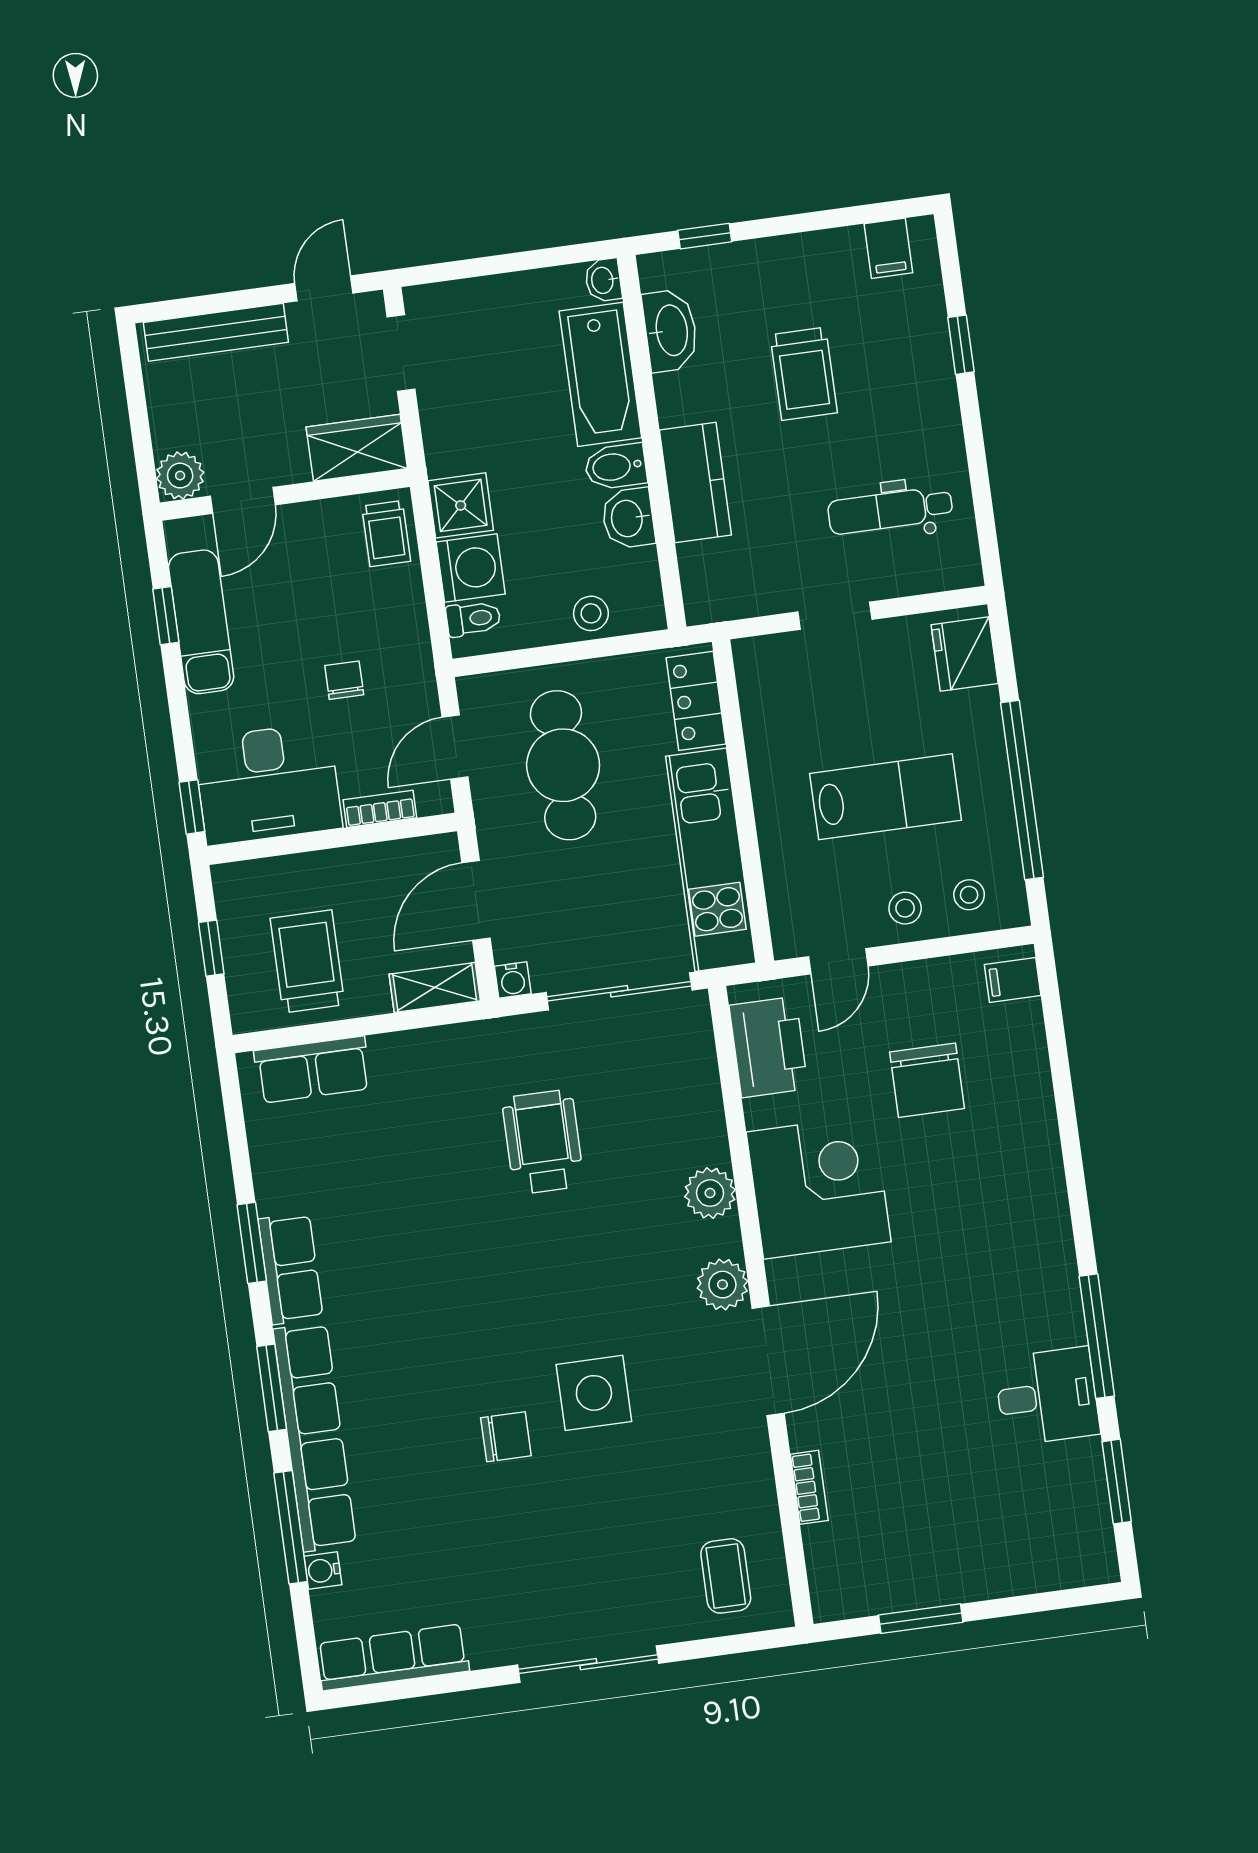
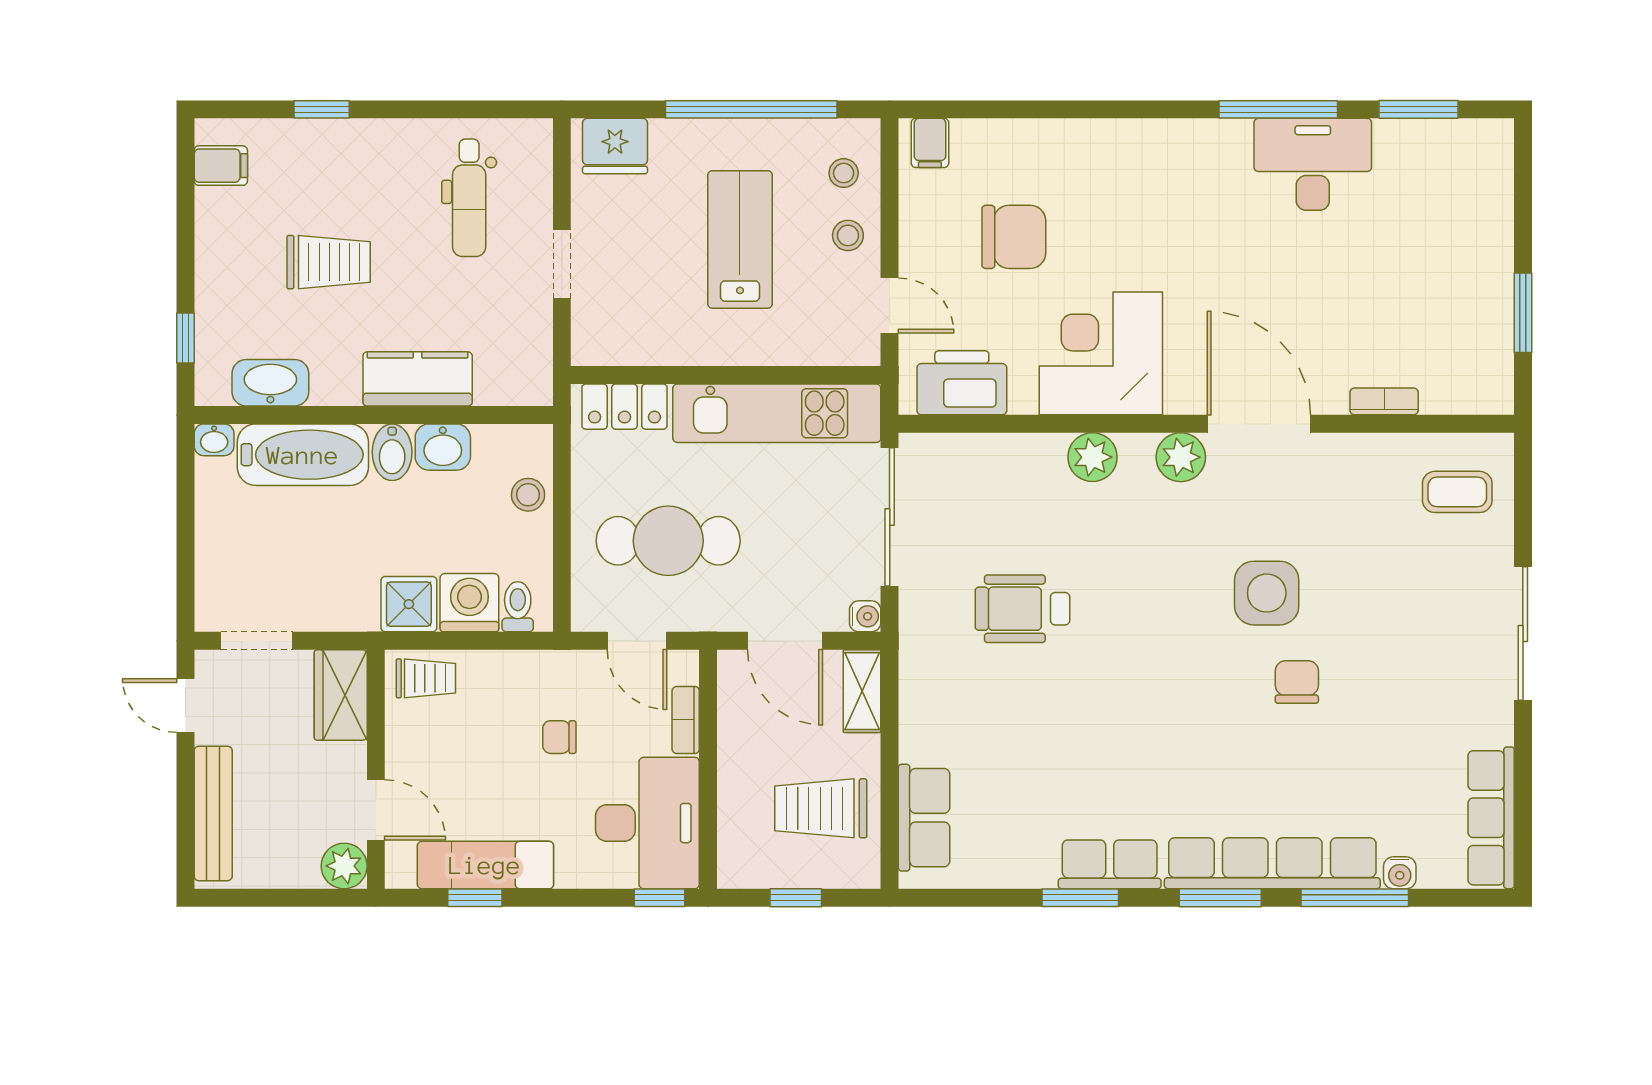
desk: (1047, 1396) -> (1313, 164), width x1.37

